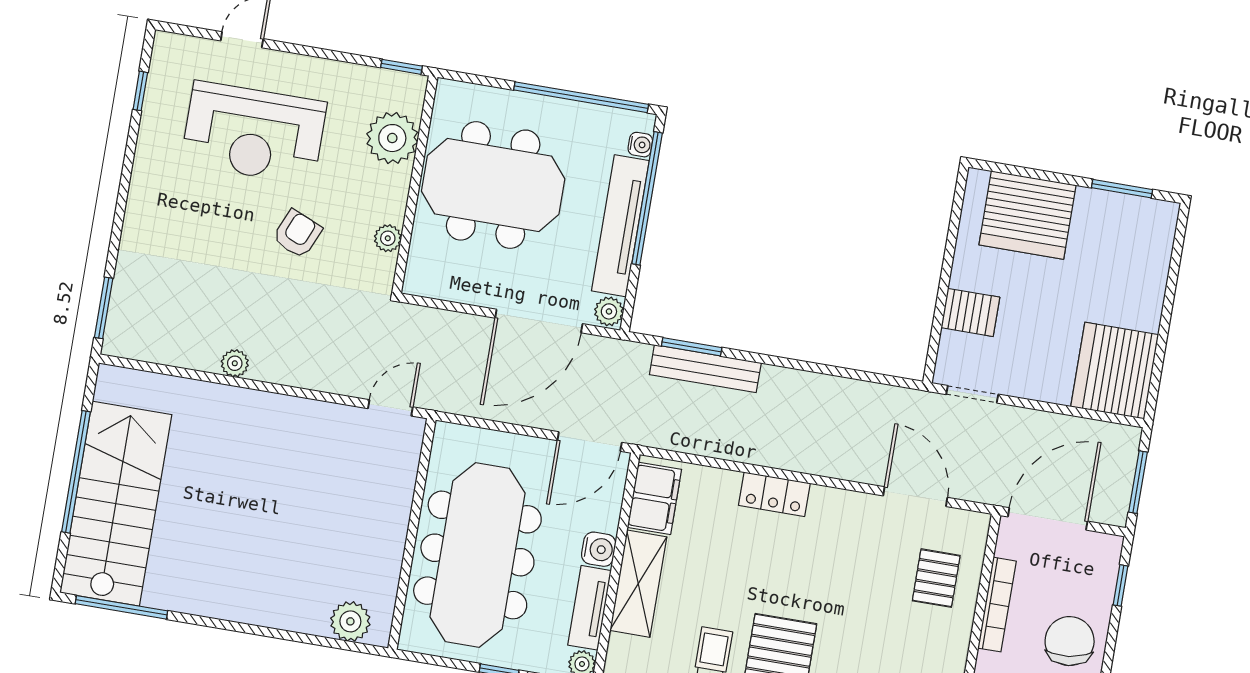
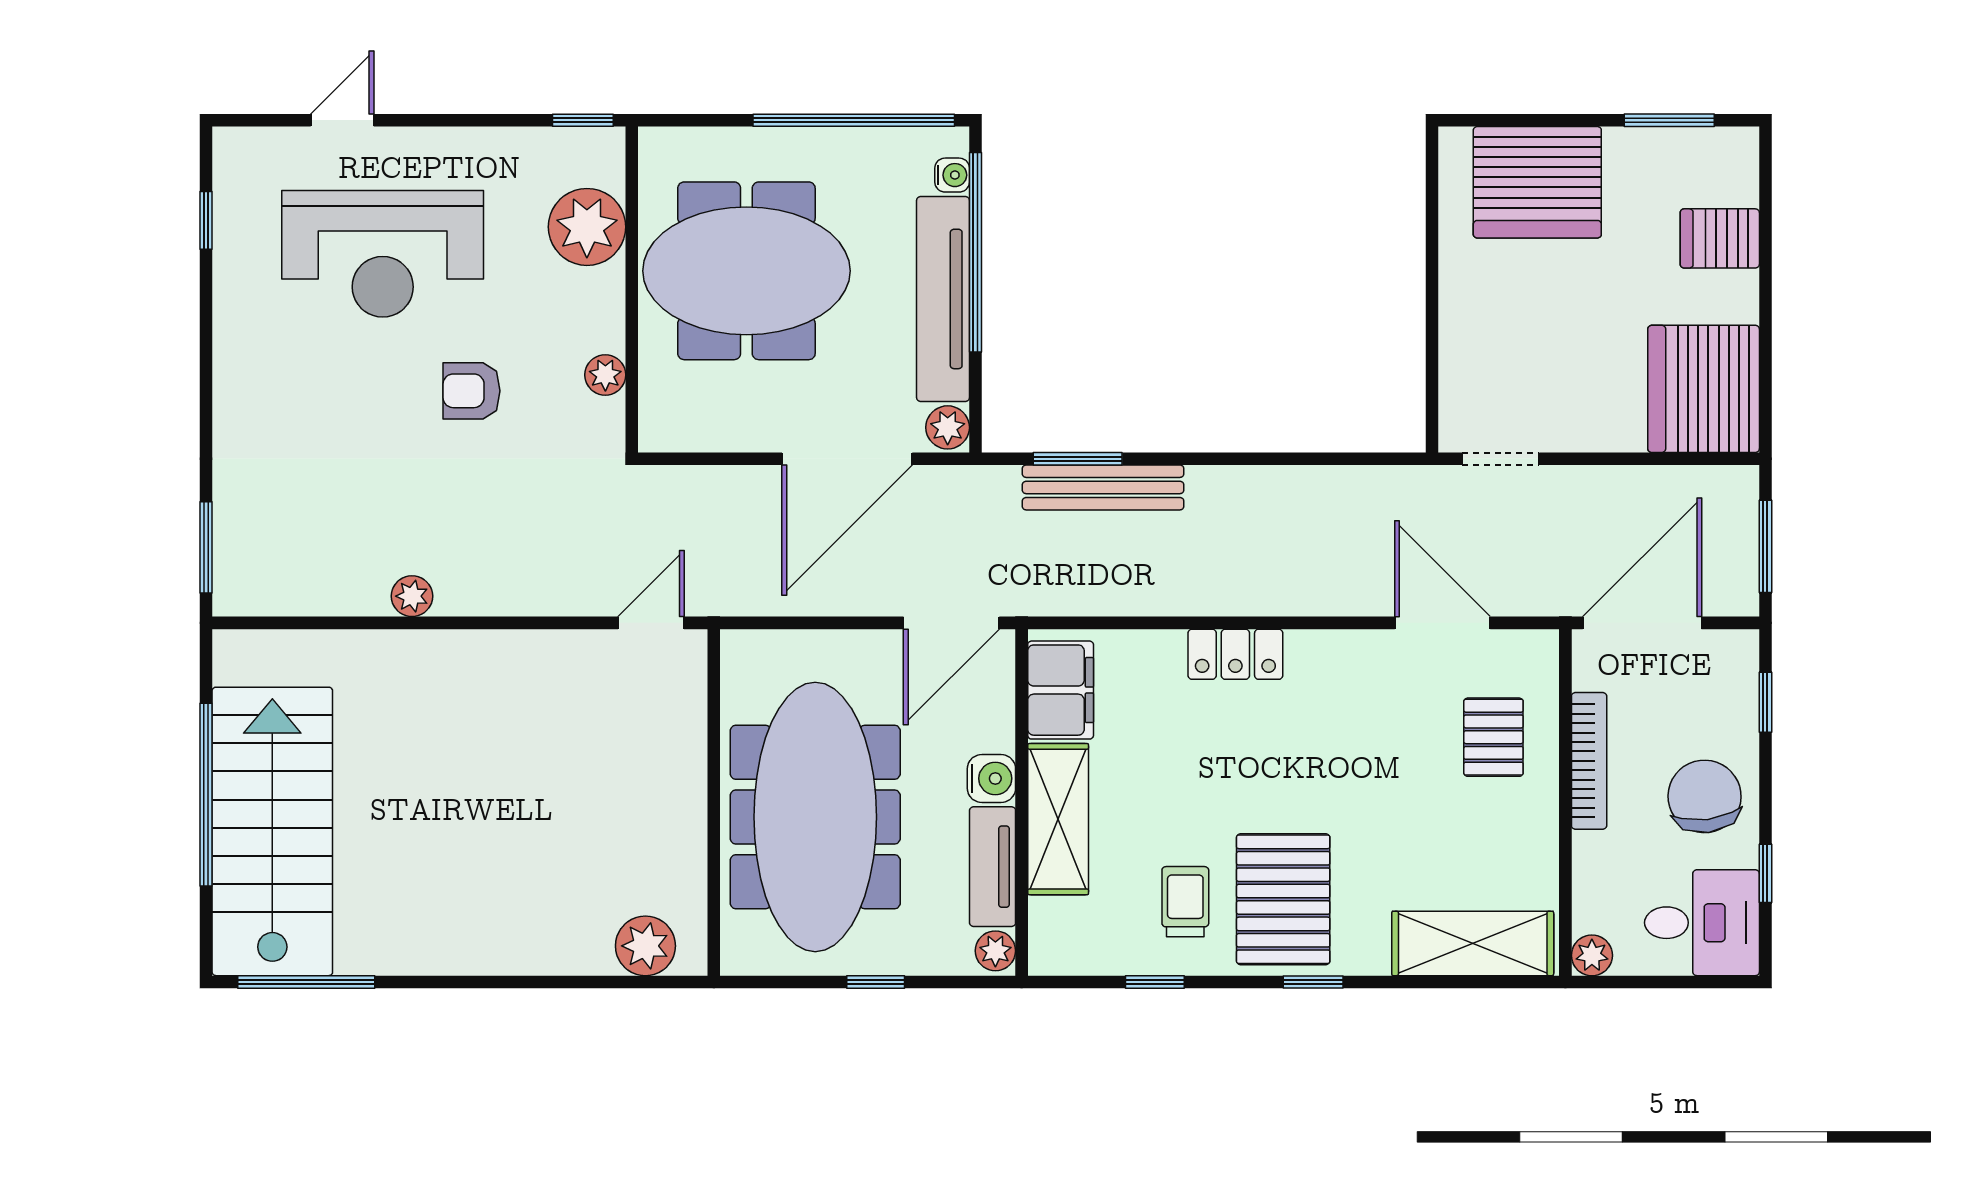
armchair: (297, 234) -> (471, 391), turned -113
server rack: (970, 312) -> (1720, 238), moved, turned 180

